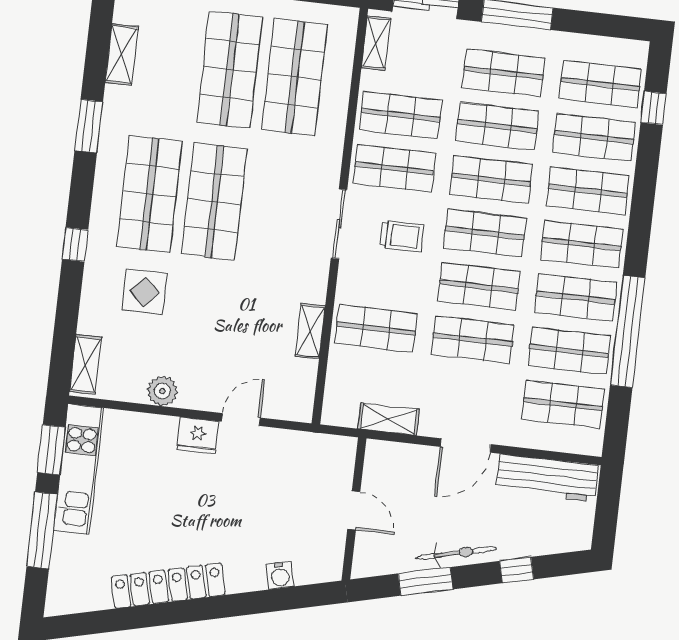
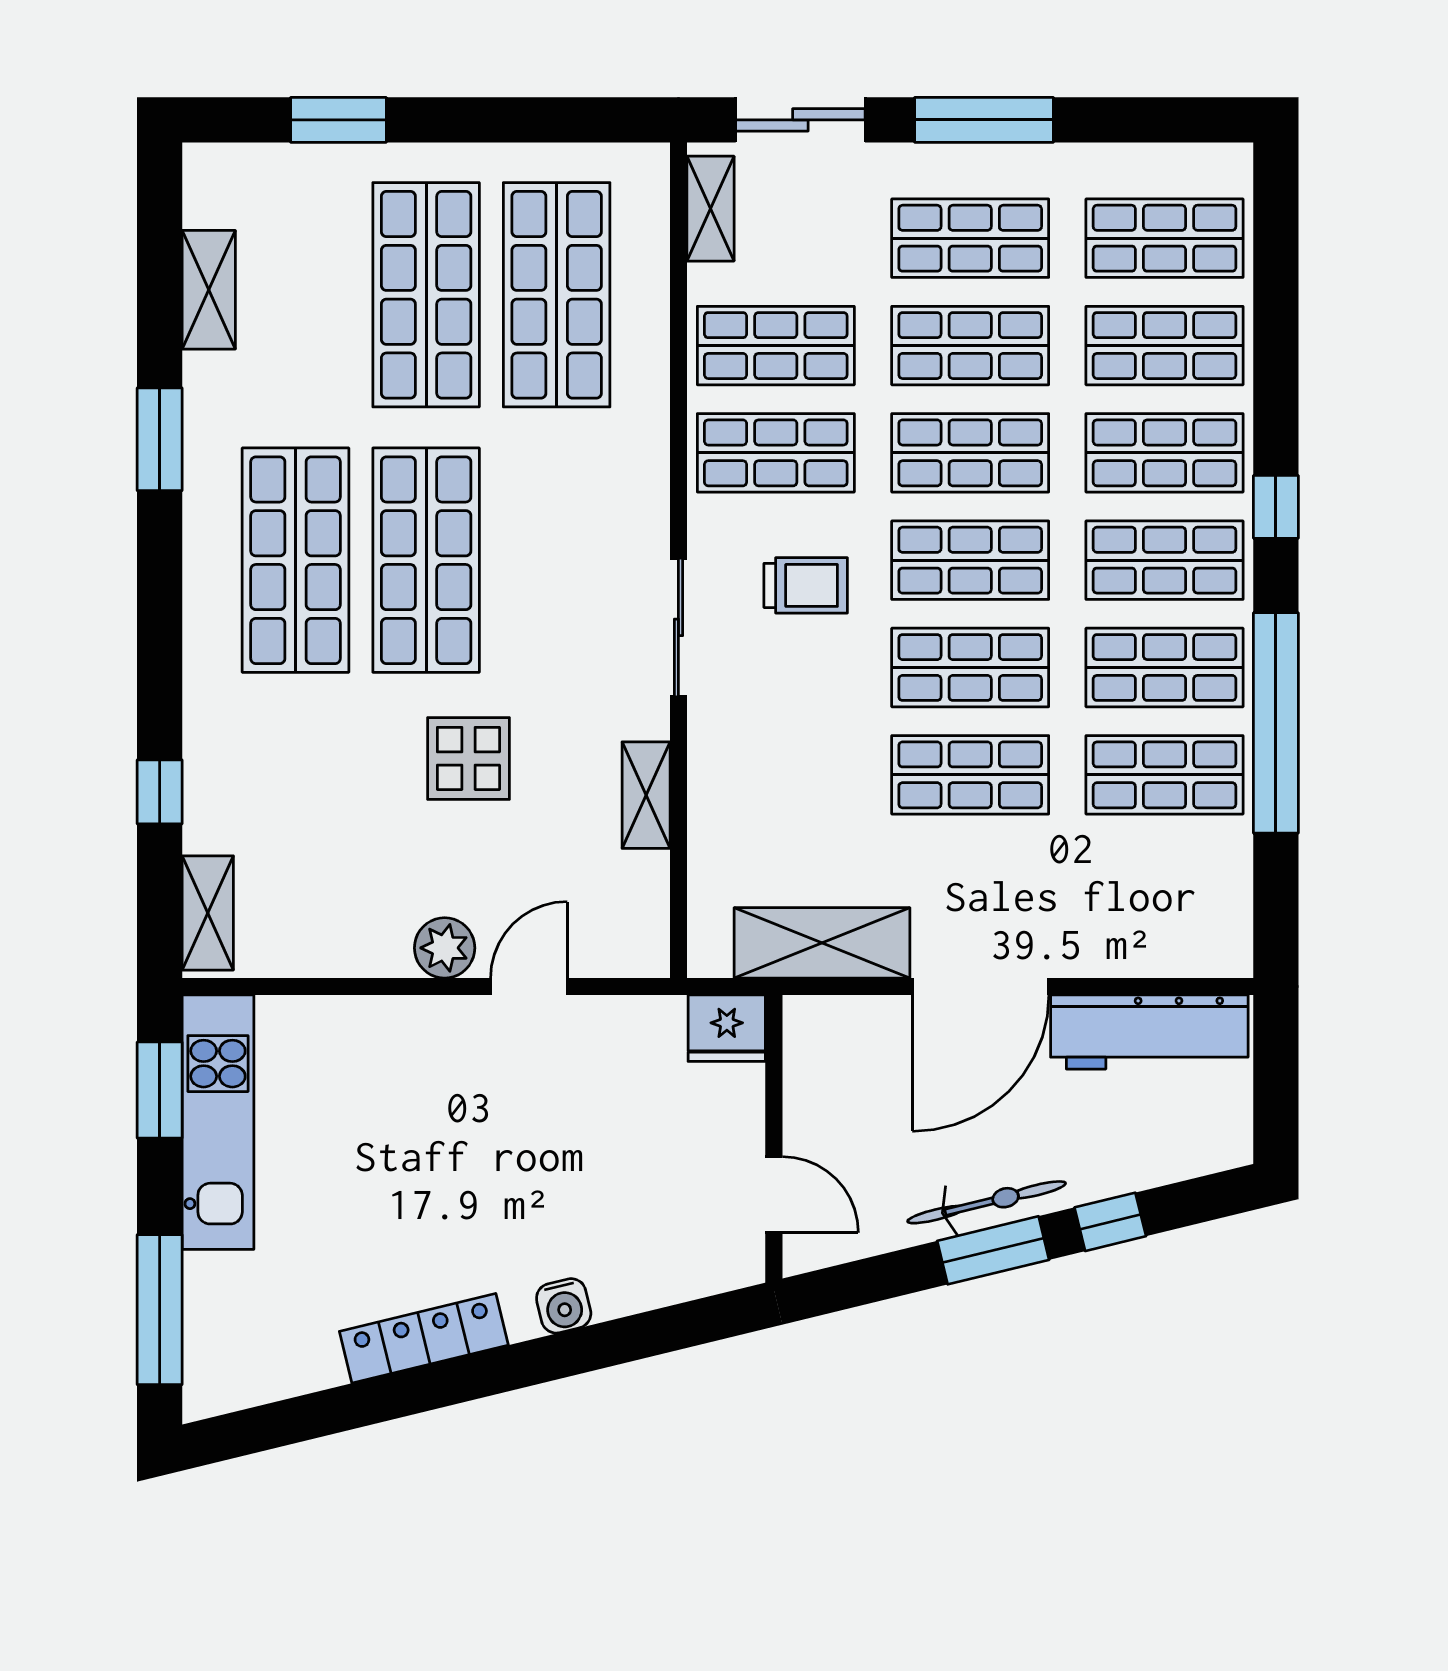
window: (653, 108) -> (1276, 507), moved
sliding door: (339, 224) -> (678, 627), moved
window: (75, 244) -> (160, 792), moved
display table: (145, 292) -> (468, 758), moved
shop shelf: (376, 328) -> (776, 775), removed
plant: (162, 391) -> (445, 948), moved
shop shelf: (563, 404) -> (1165, 882), removed
shelving: (389, 419) -> (822, 943), width x1.50, depth x1.33
fridge: (198, 436) -> (727, 1028), moved
door: (466, 446) -> (981, 986), width x1.36
door: (354, 510) -> (774, 1195), moved
window: (42, 530) -> (160, 1310), moved
water cooler: (280, 575) -> (564, 1306), moved
window: (426, 581) -> (993, 1250), moved
locker: (168, 586) -> (424, 1338), width x0.71, depth x0.83

